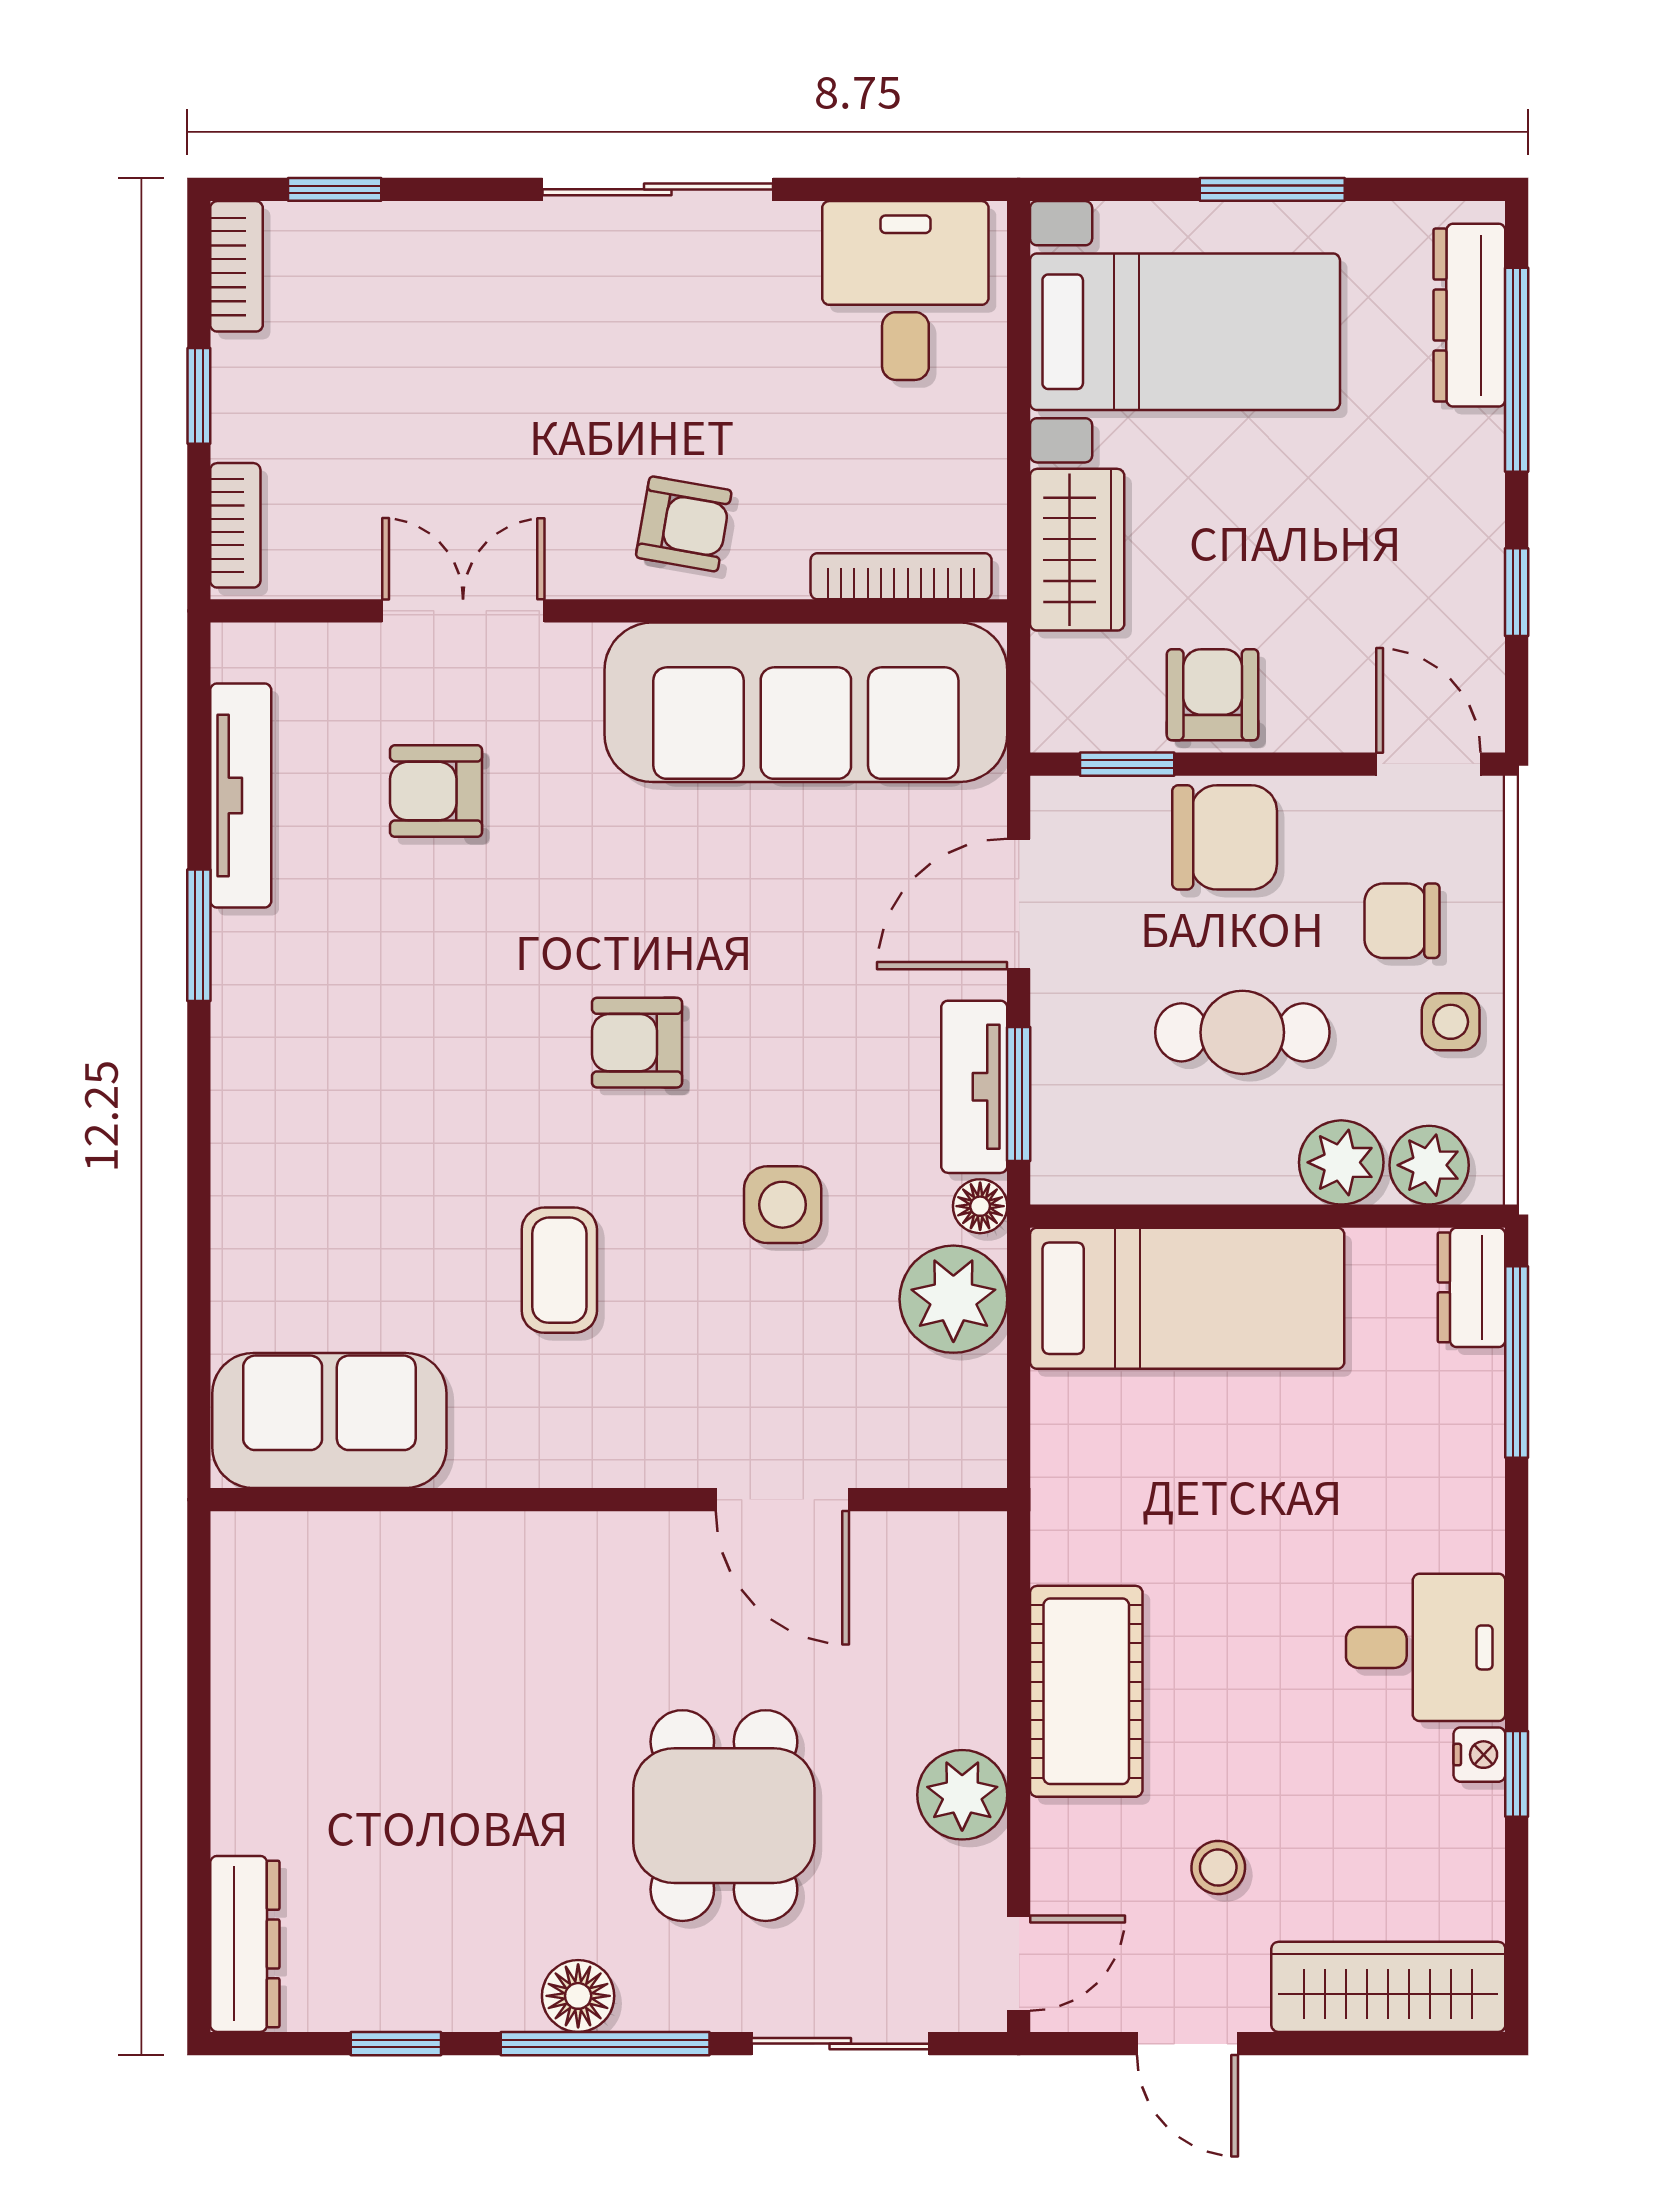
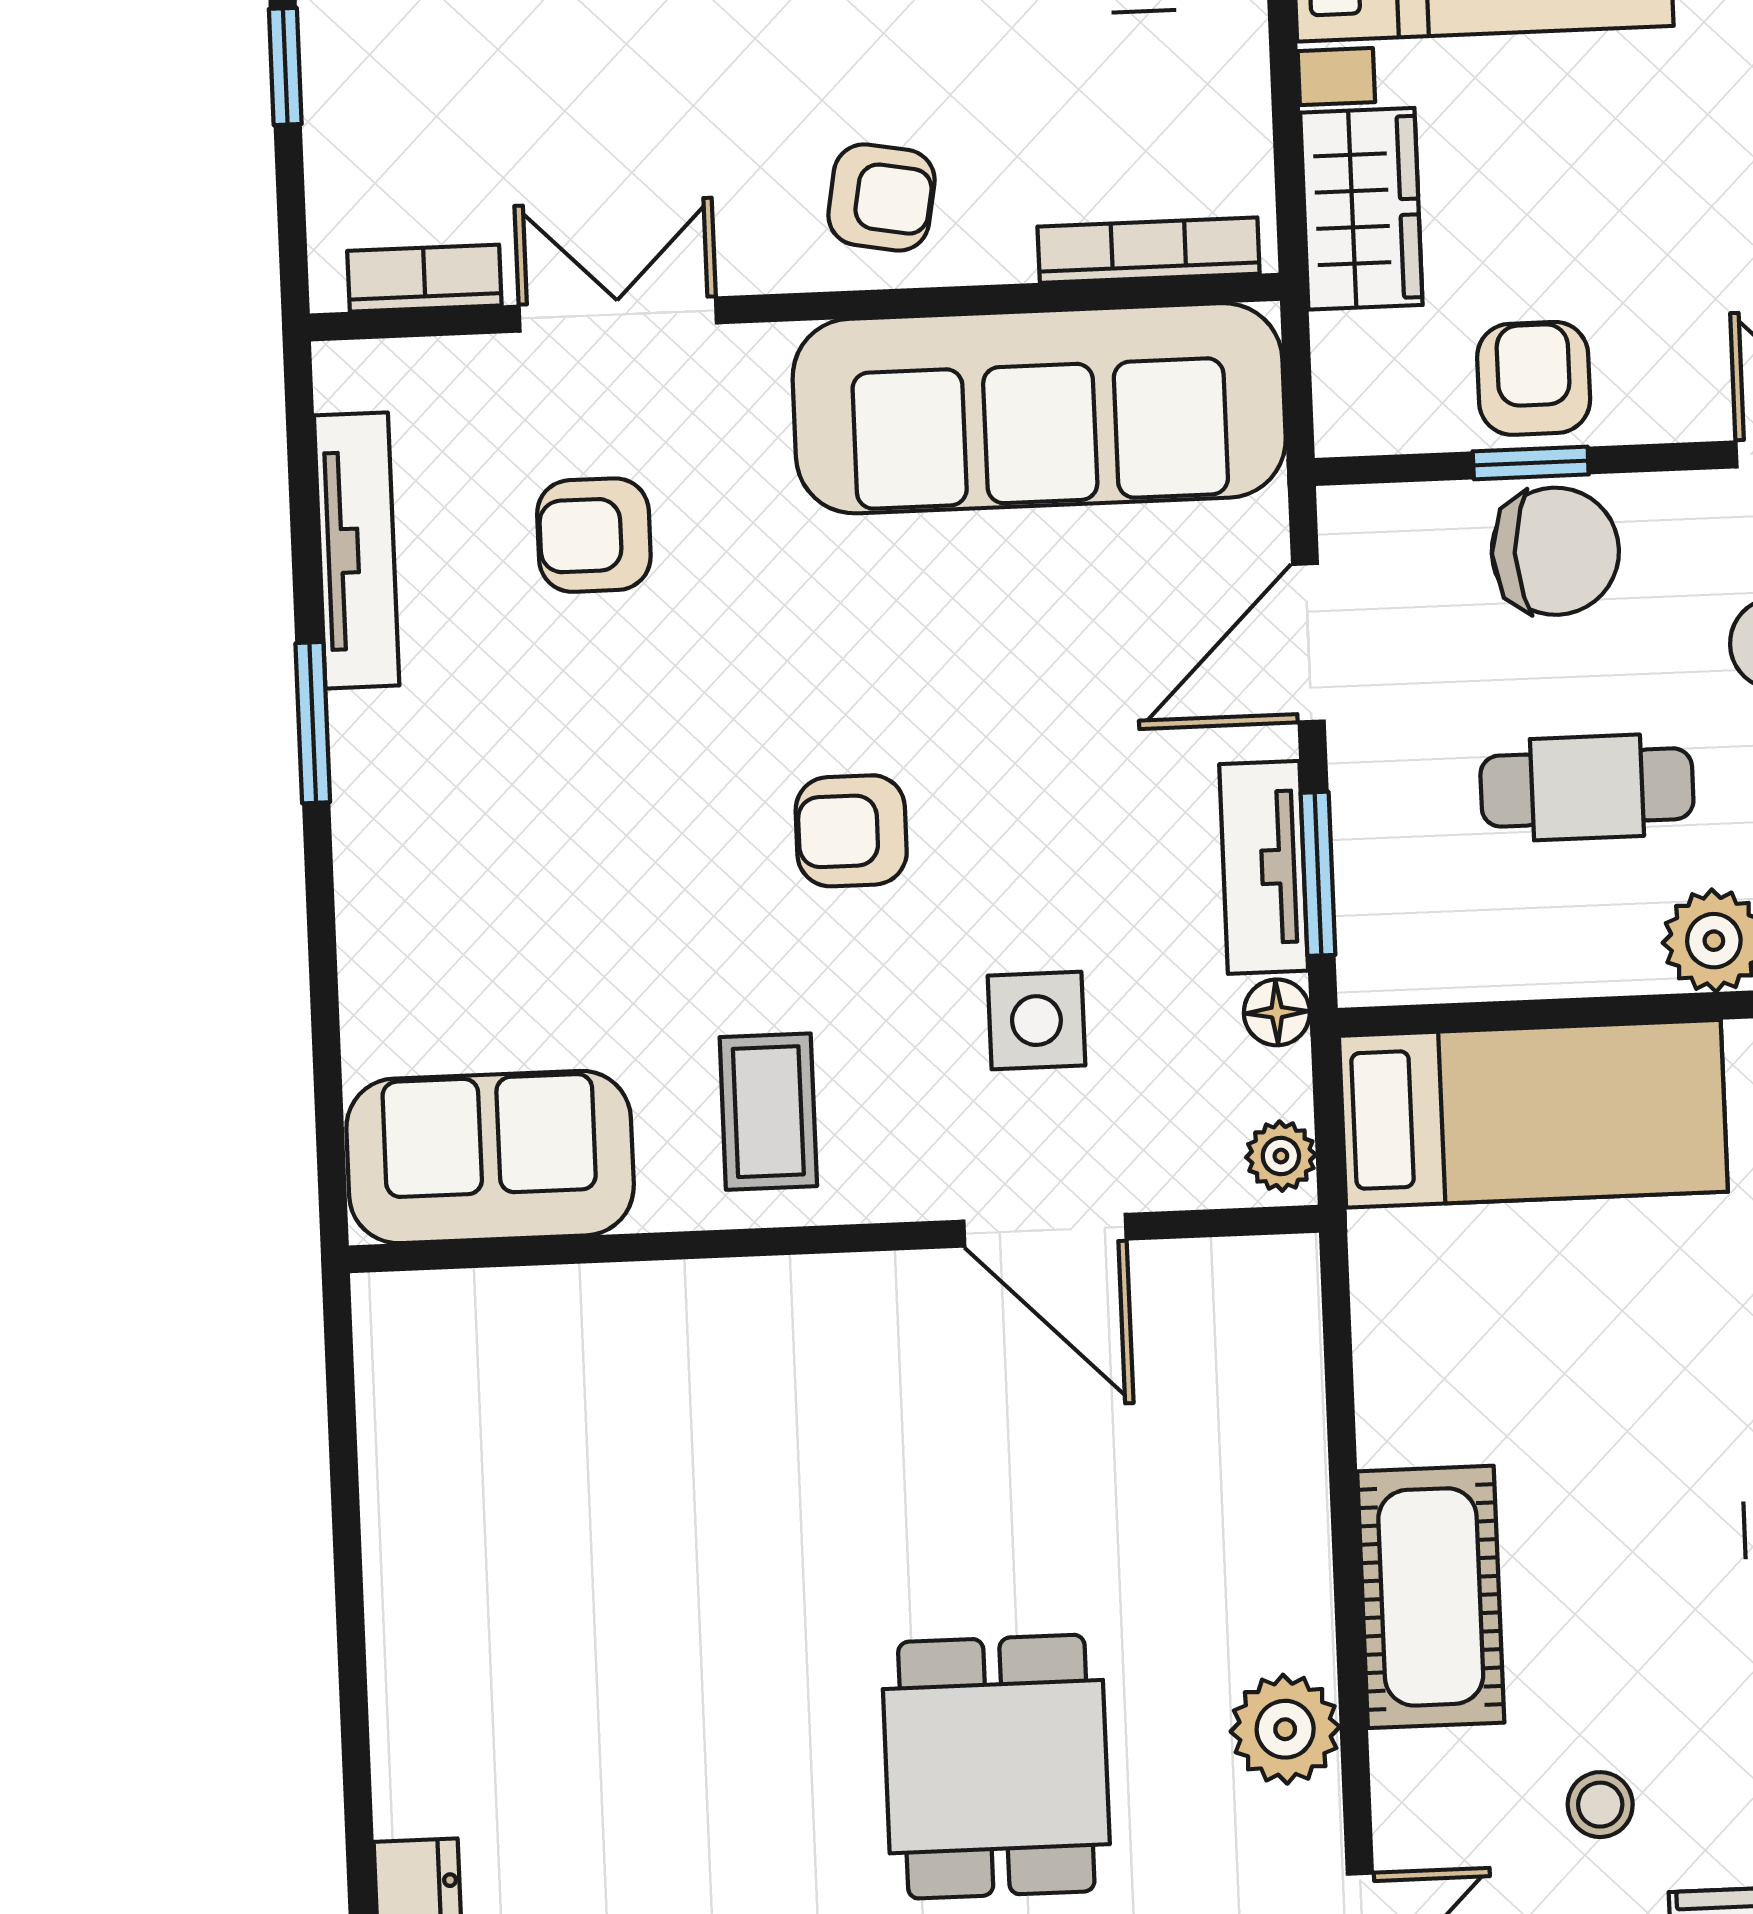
bookcase: (235, 525) -> (424, 278), moved, turned -90
window: (1127, 764) -> (1531, 463), moved
plant: (953, 1299) -> (1281, 1156), width x0.53, depth x0.53
sofa: (329, 1420) -> (490, 1157), moved
wall: (609, 1500) -> (834, 1239), moved
door: (782, 1500) -> (1045, 1230), moved

